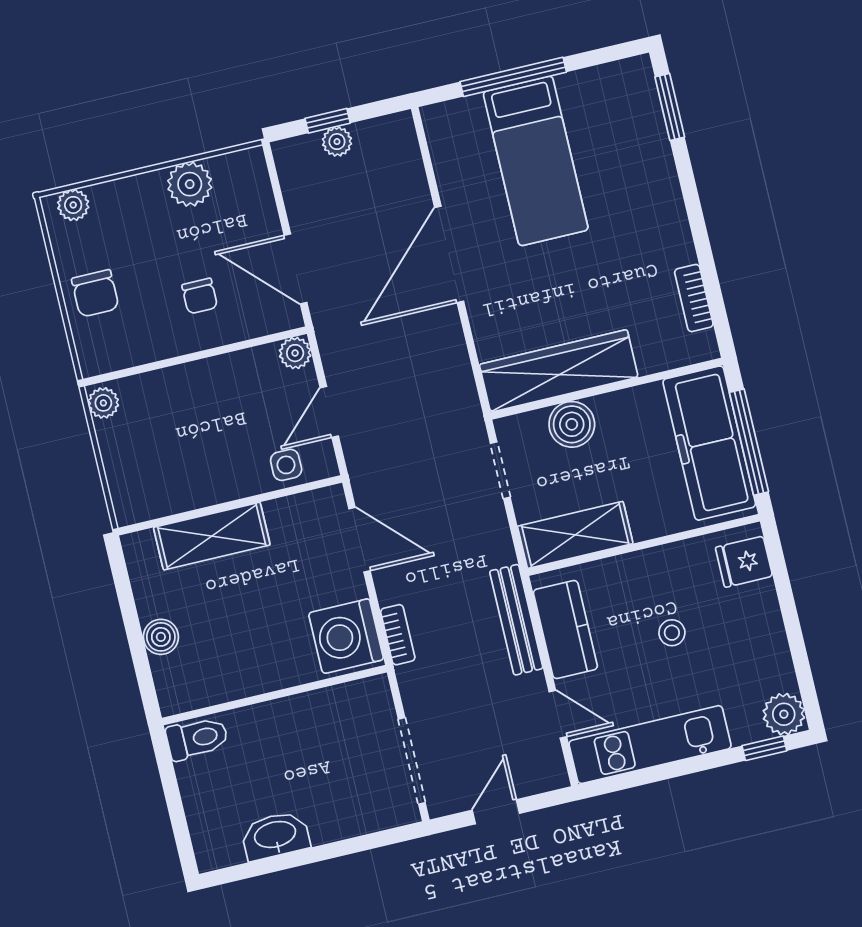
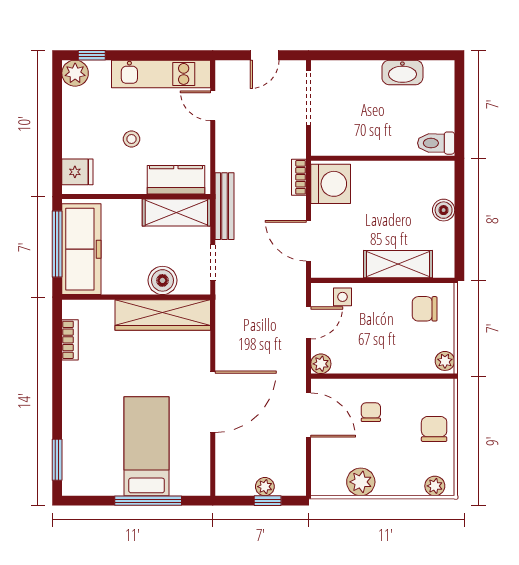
chair: (154, 476) -> (425, 309), added
bench: (516, 620) -> (225, 206), moved
kitchen counter: (565, 630) -> (176, 180), moved, turned 90

